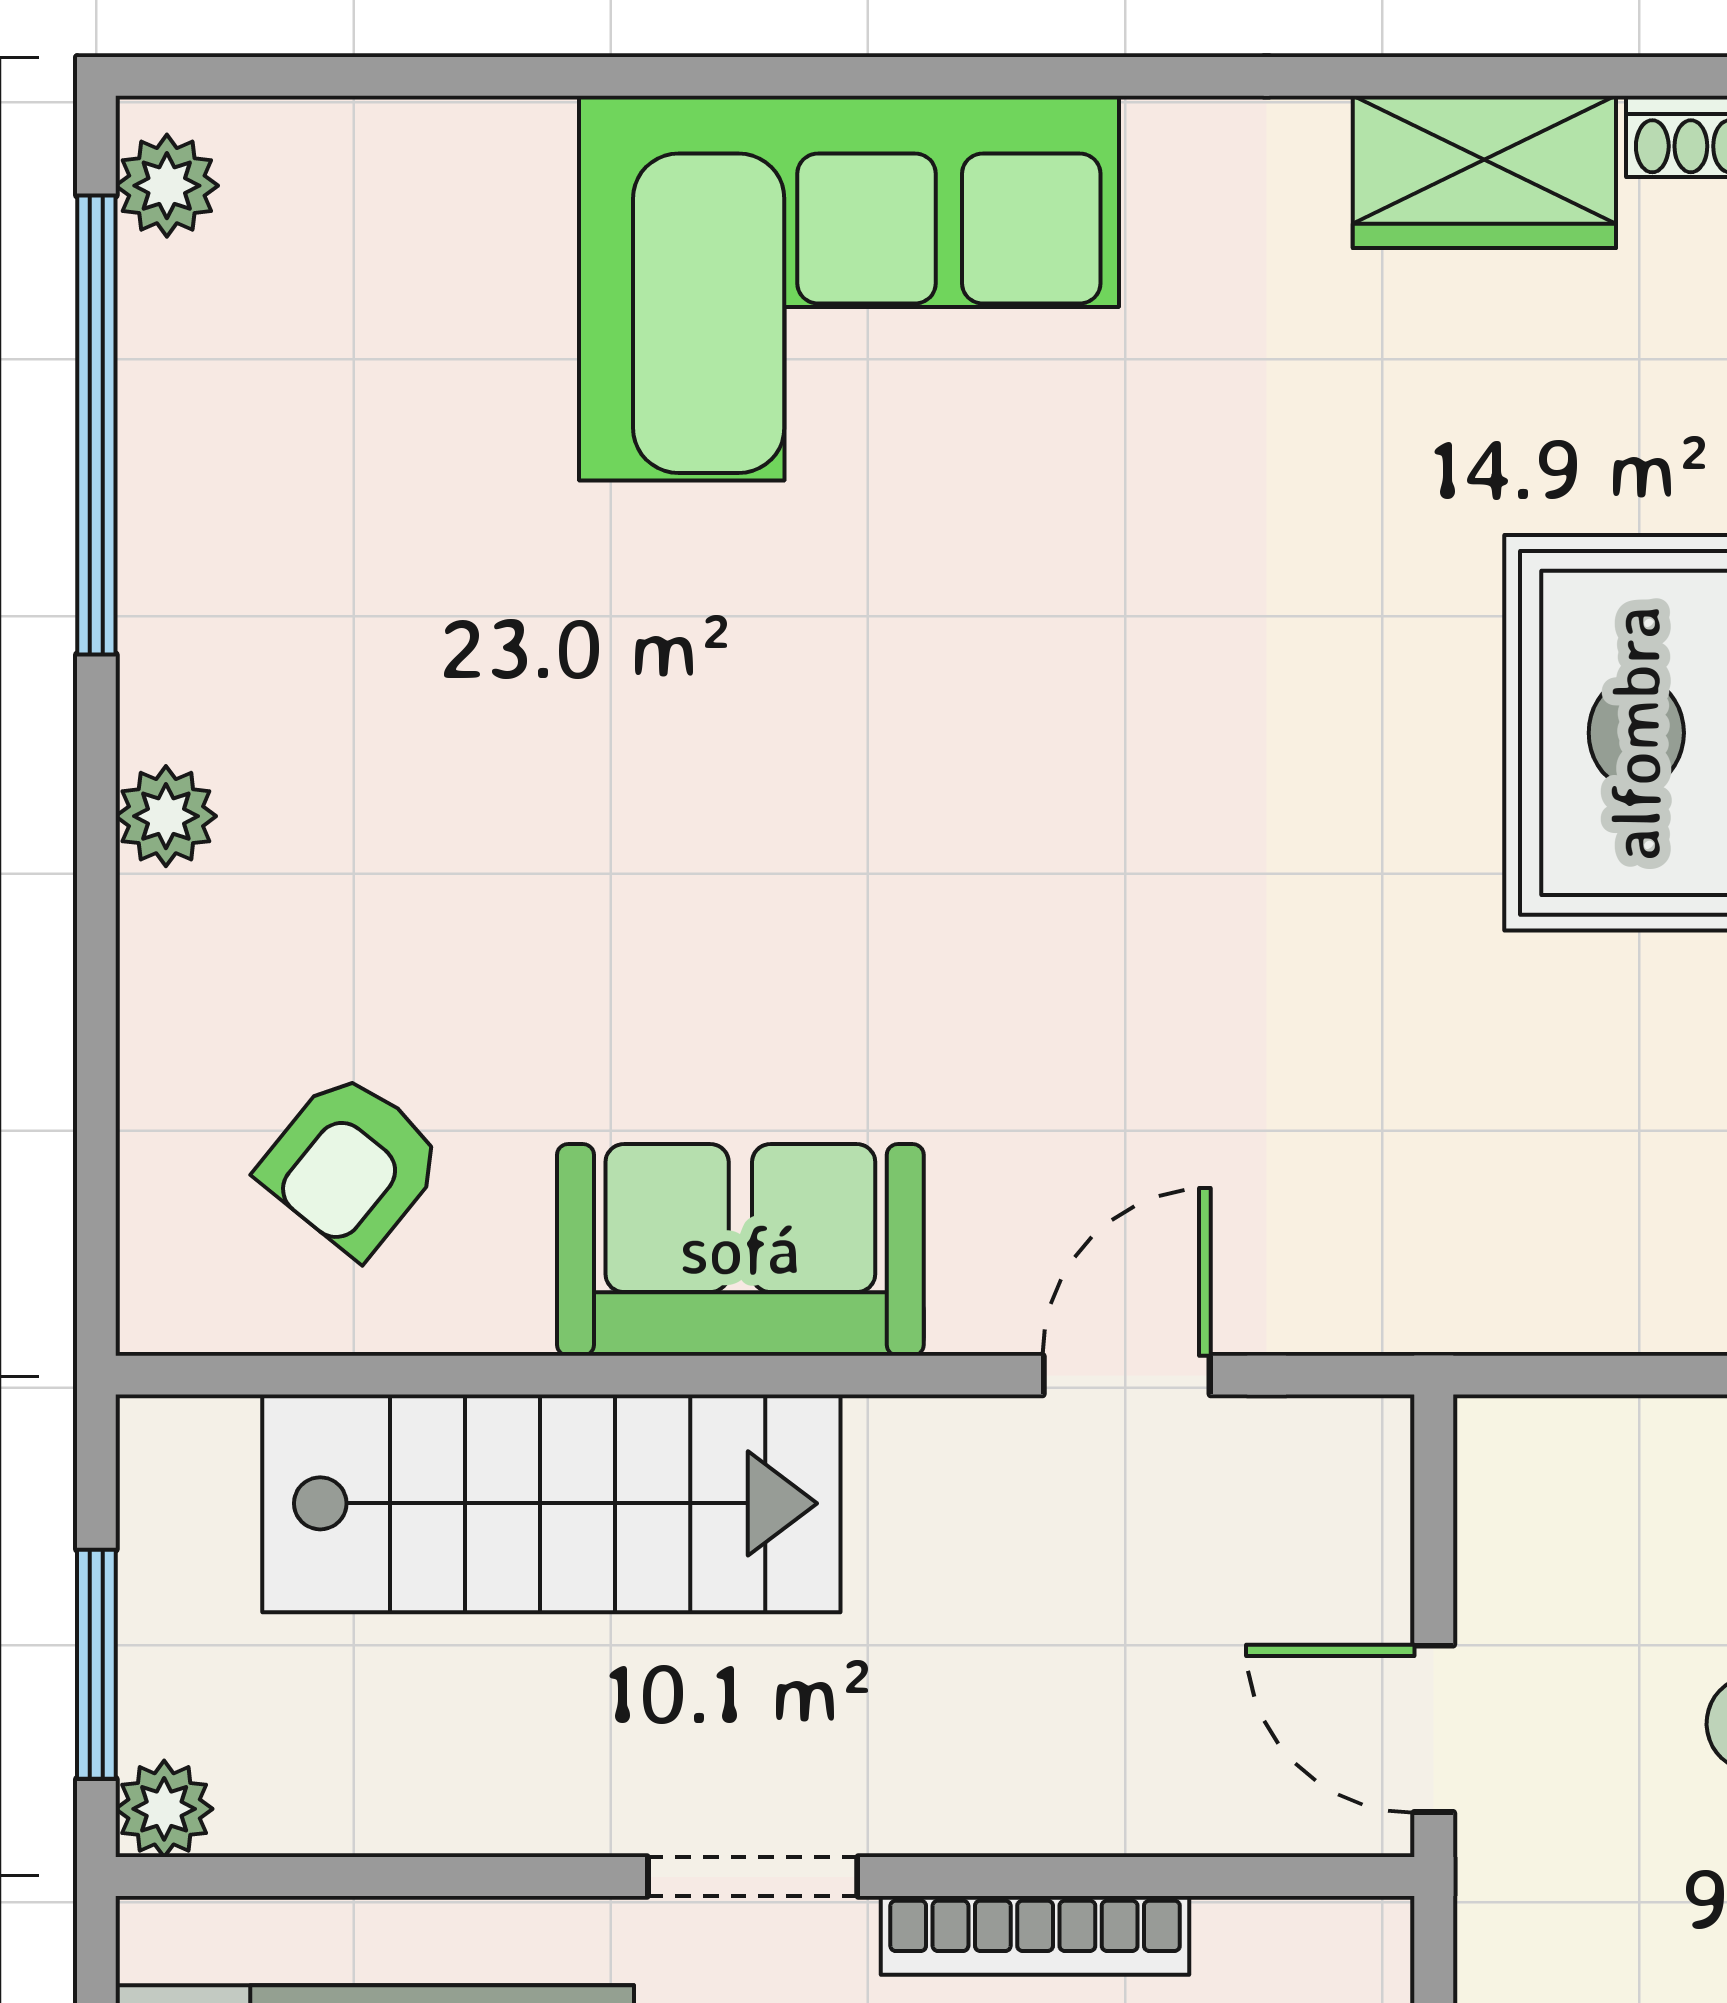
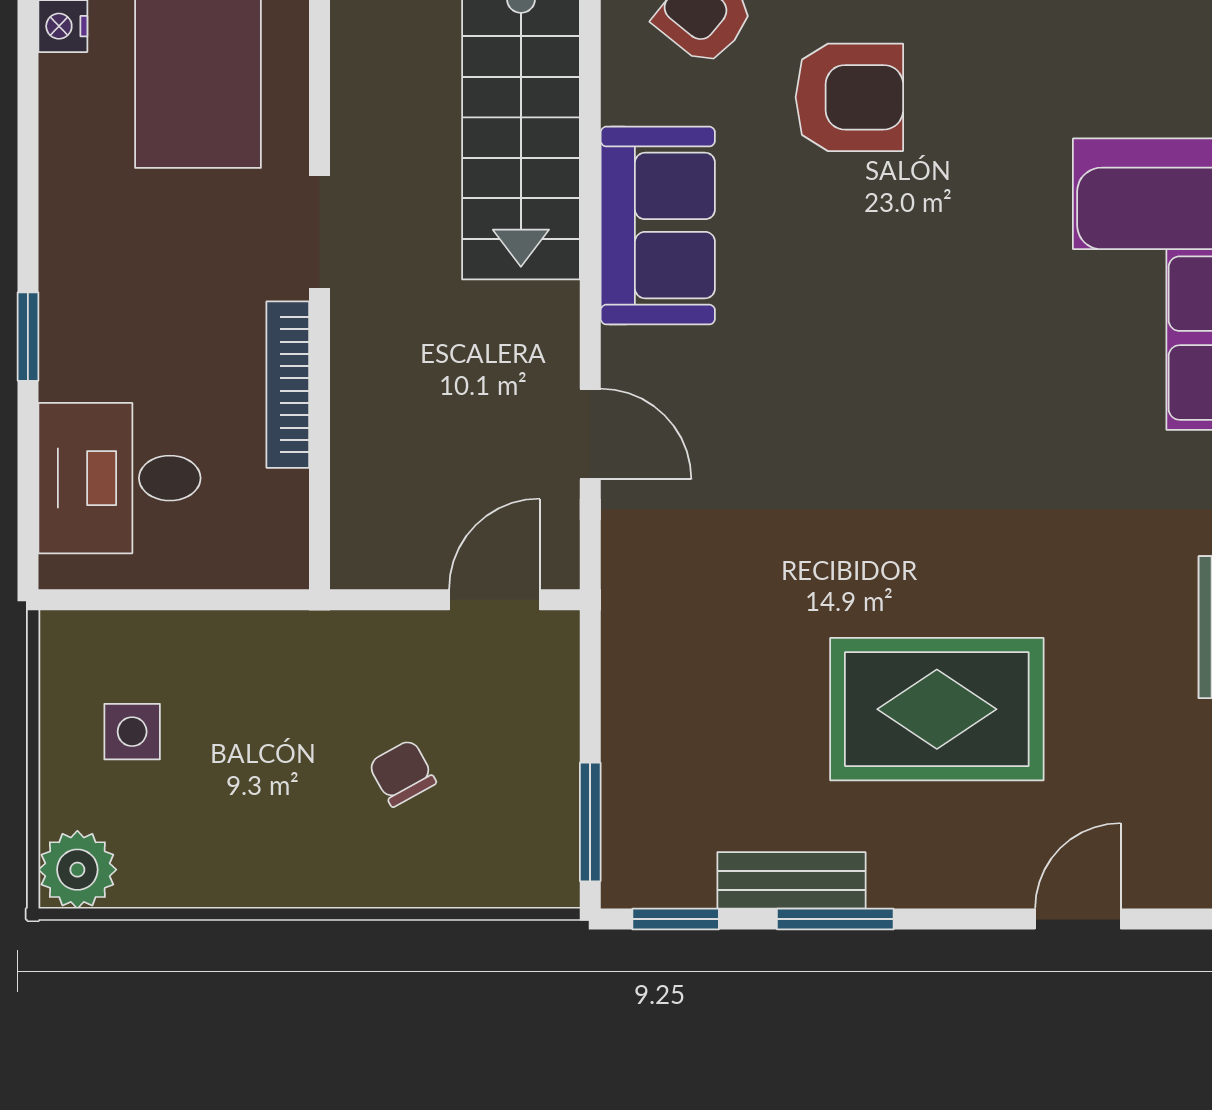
armchair: (503, 895) -> (849, 97), added
door: (1434, 1729) -> (494, 600), moved

